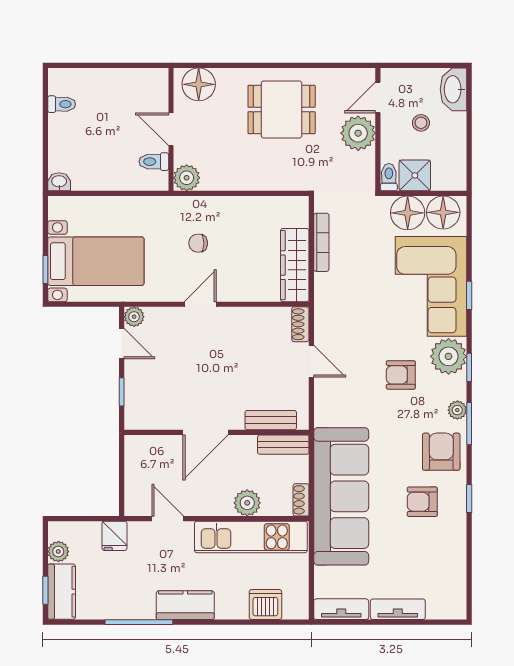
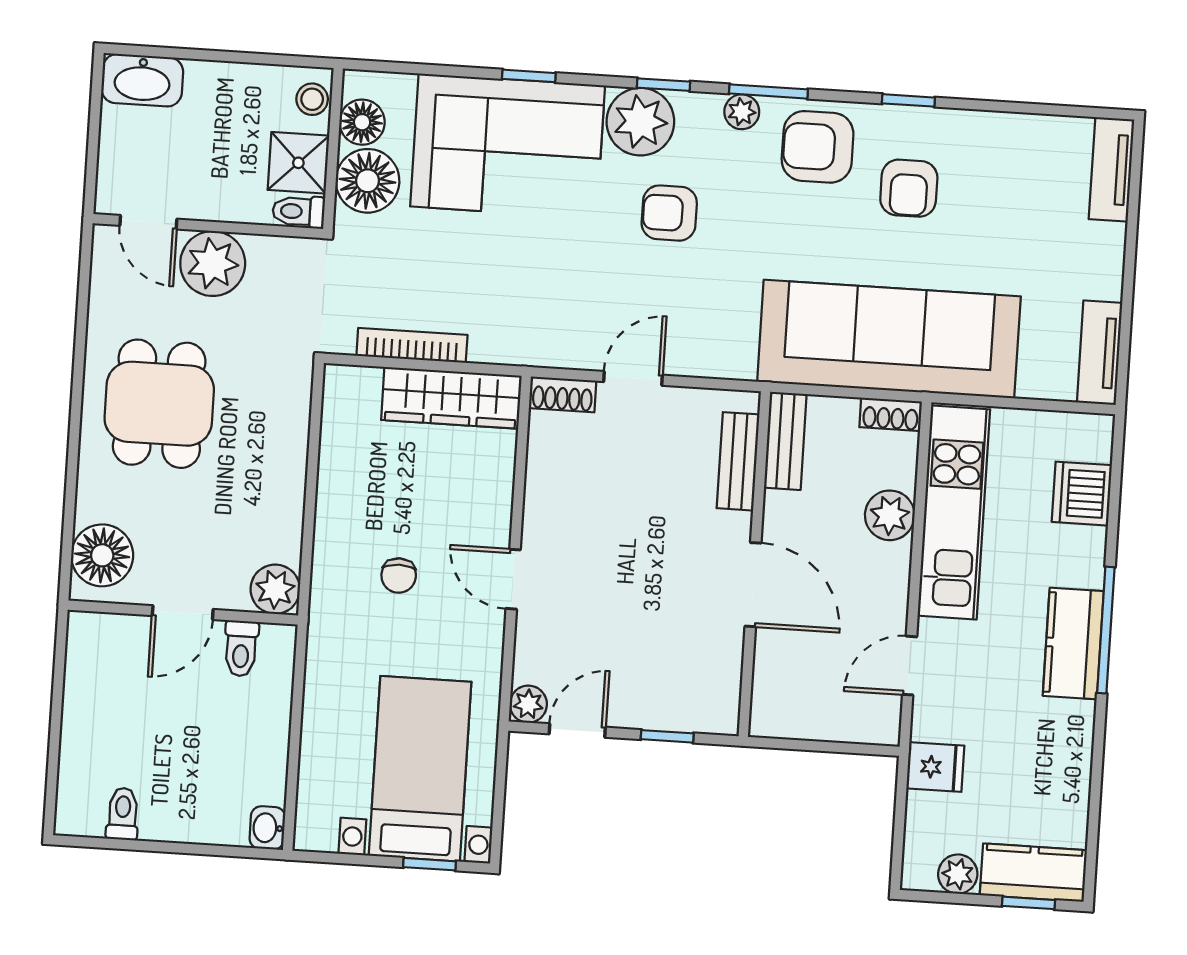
stool: (421, 123) -> (312, 99), moved
floor lamp: (443, 212) -> (362, 122), width x0.73, depth x0.73
armchair: (401, 375) -> (669, 213), turned 90
tv unit: (398, 609) -> (1112, 169), moved
window: (139, 622) -> (1106, 630), moved

